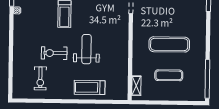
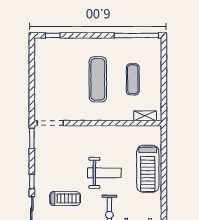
weight bench: (86, 49) -> (104, 173), turned 180
treadmill: (90, 87) -> (148, 169), width x1.37, depth x1.37

